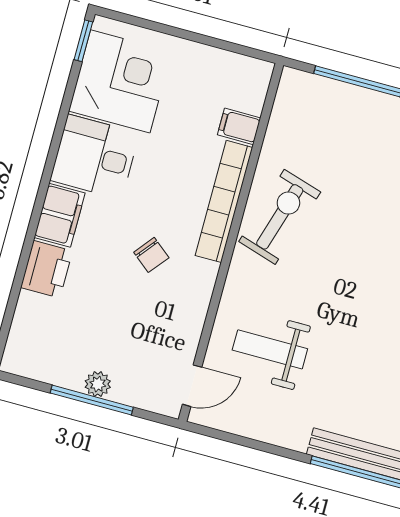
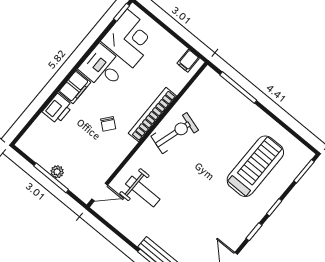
filing cabinet: (239, 126) -> (188, 61), moved, turned -90
weight bench: (270, 349) -> (143, 192), turned 180

